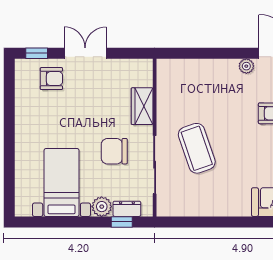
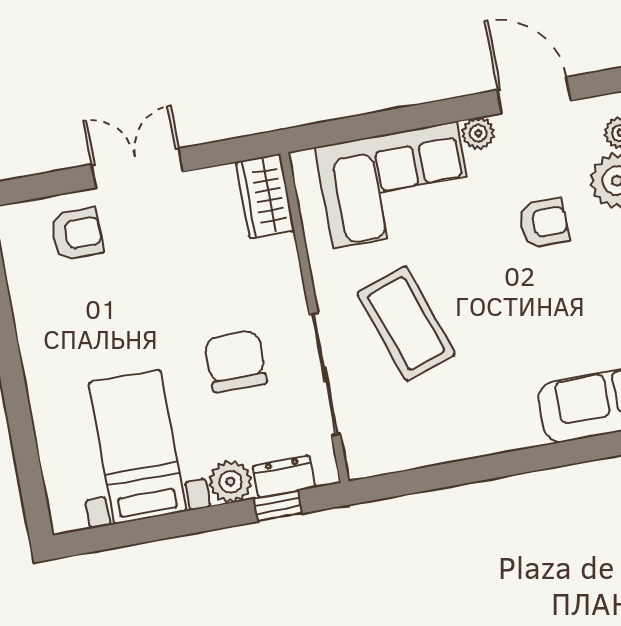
window: (37, 53) -> (36, 187), removed
corner sofa: (203, 83) -> (395, 185), added
wardrobe: (142, 106) -> (265, 196), moved
chair: (114, 151) -> (235, 361), turned 90

